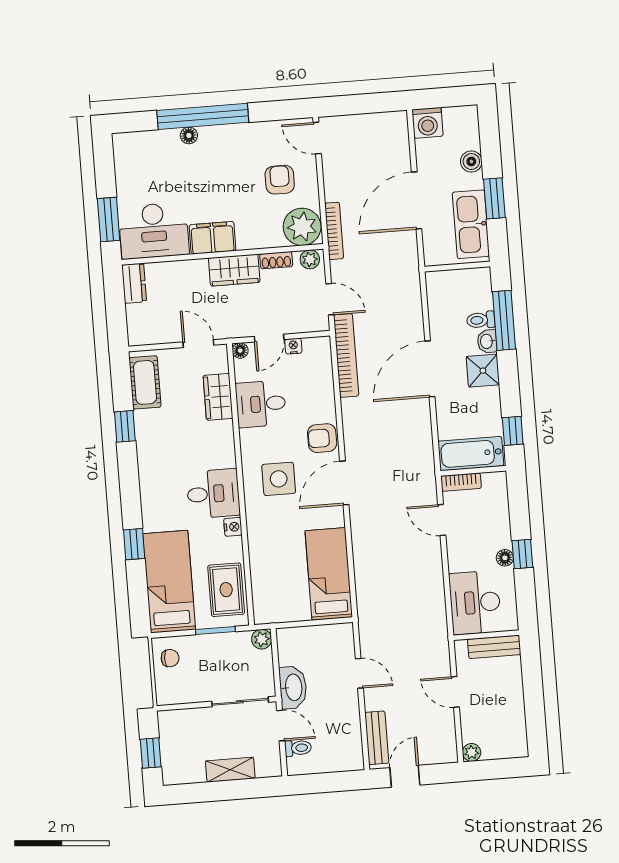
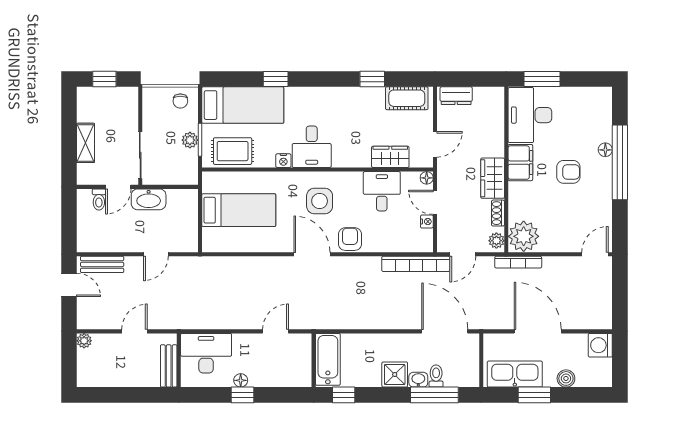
armchair: (280, 180) -> (568, 172), moved
dresser: (134, 283) -> (456, 96), moved
door: (430, 369) -> (445, 331), moved
bookcase: (461, 482) -> (305, 349), removed
bed: (329, 574) -> (239, 210), moved
plant: (262, 639) -> (190, 140), moved

